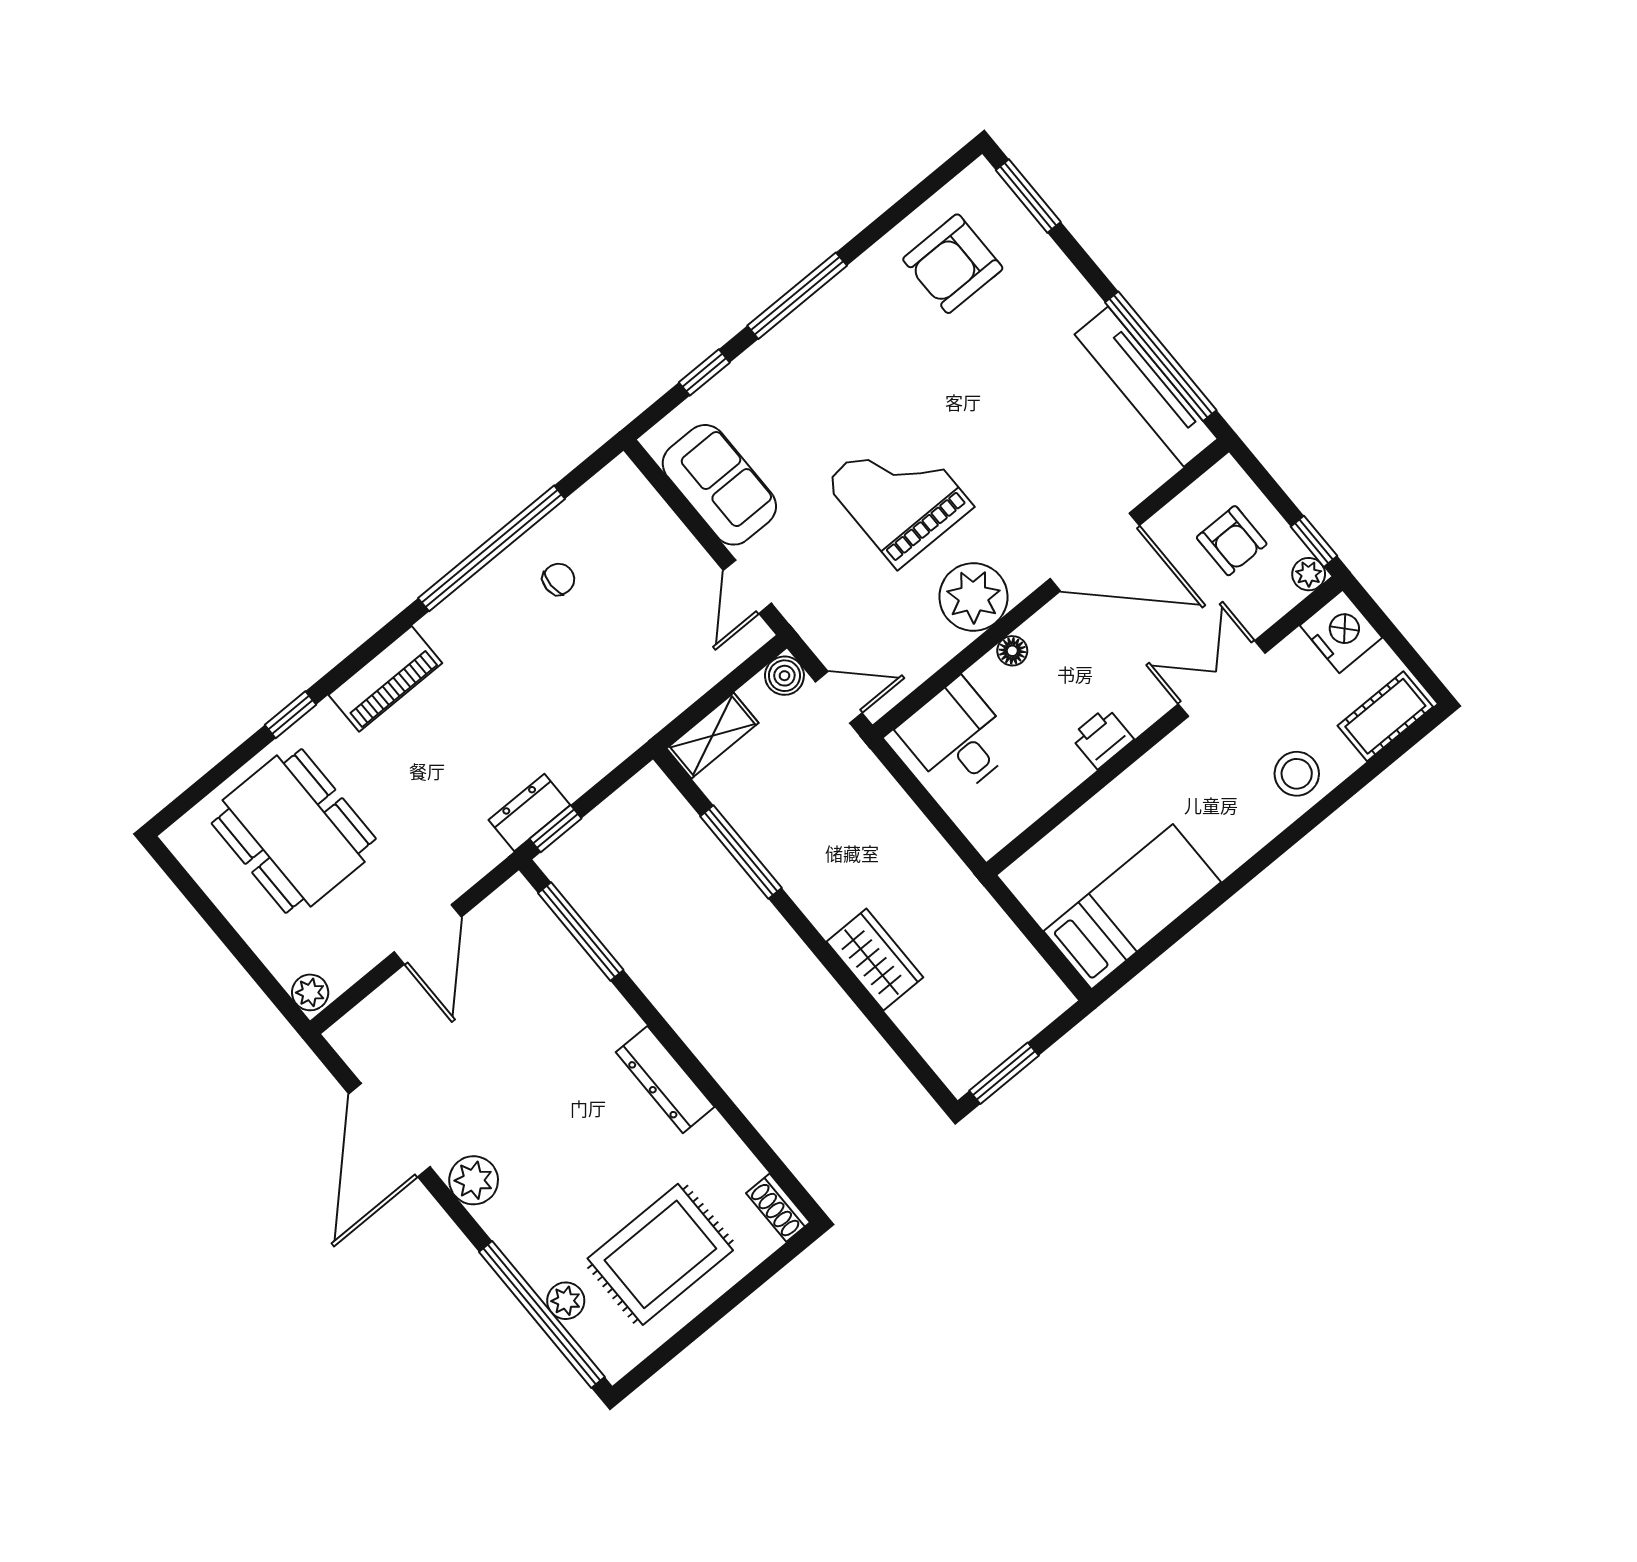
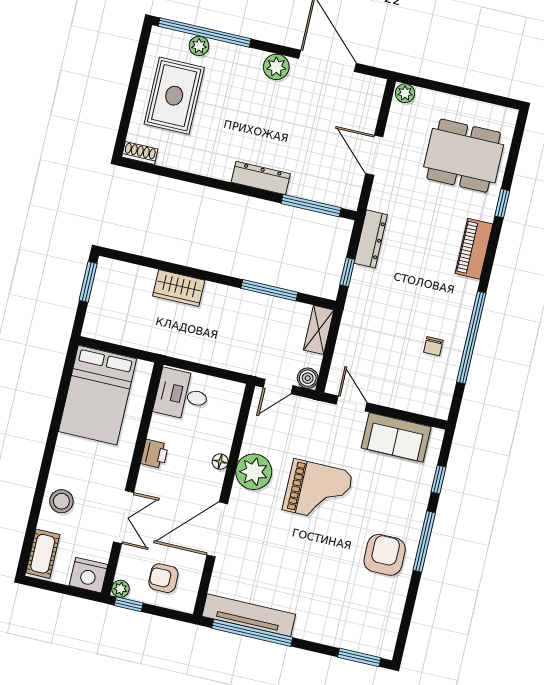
armchair: (953, 264) -> (385, 555), moved
desk: (957, 738) -> (182, 395), moved, turned 180
dresser: (529, 813) -> (371, 239), width x1.44
window: (556, 829) -> (347, 272), moved
bed: (1132, 907) -> (97, 395), width x1.50
dresser: (665, 1080) -> (261, 178), moved

